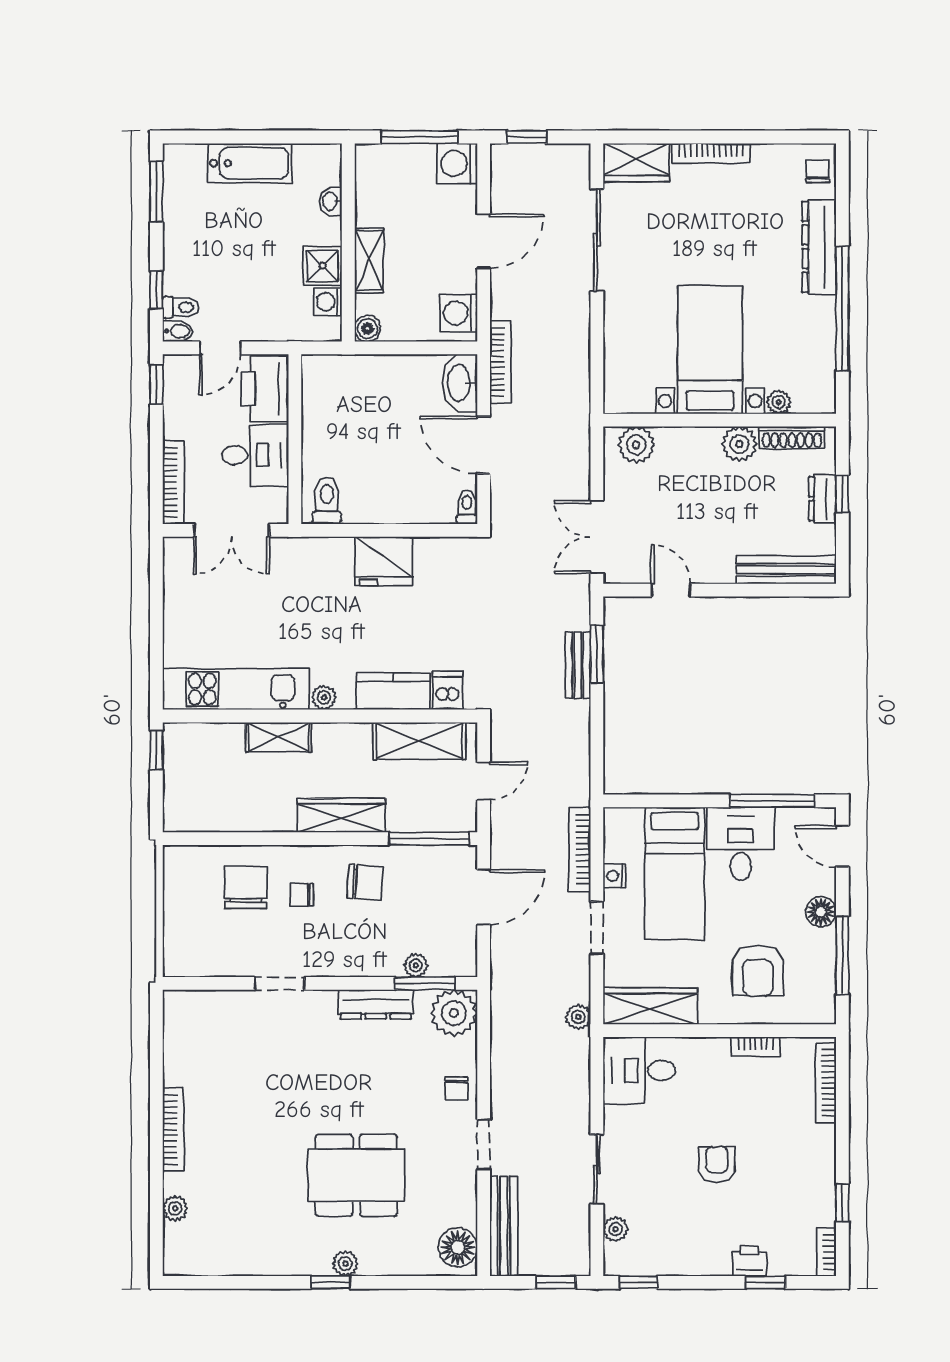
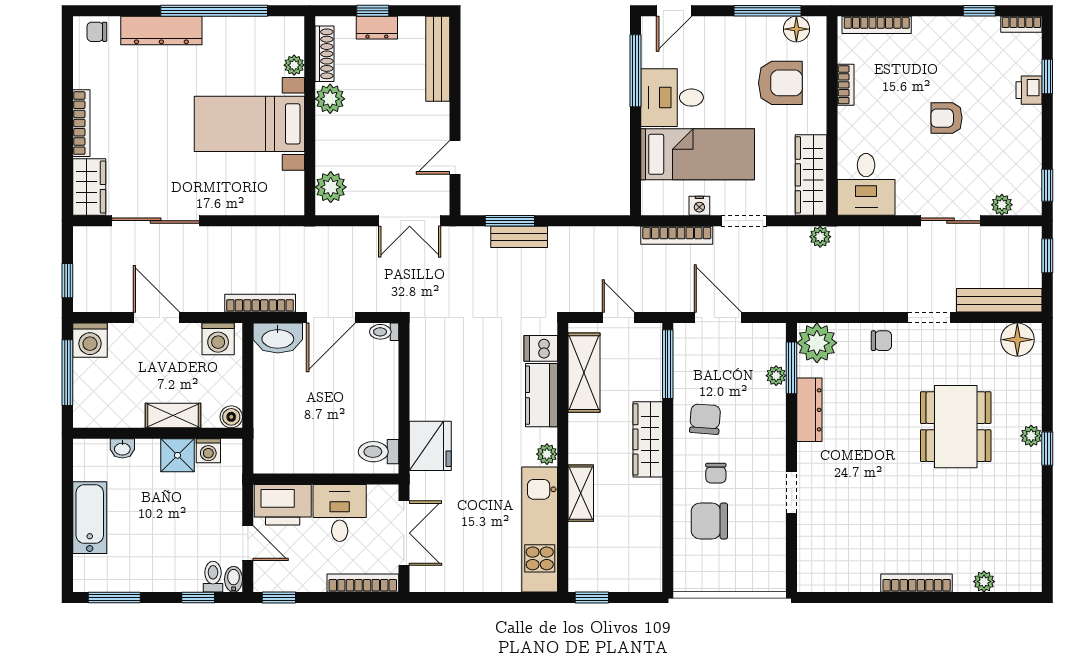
fridge: (383, 561) -> (430, 446), moved
floor lamp: (821, 912) -> (796, 29), moved

